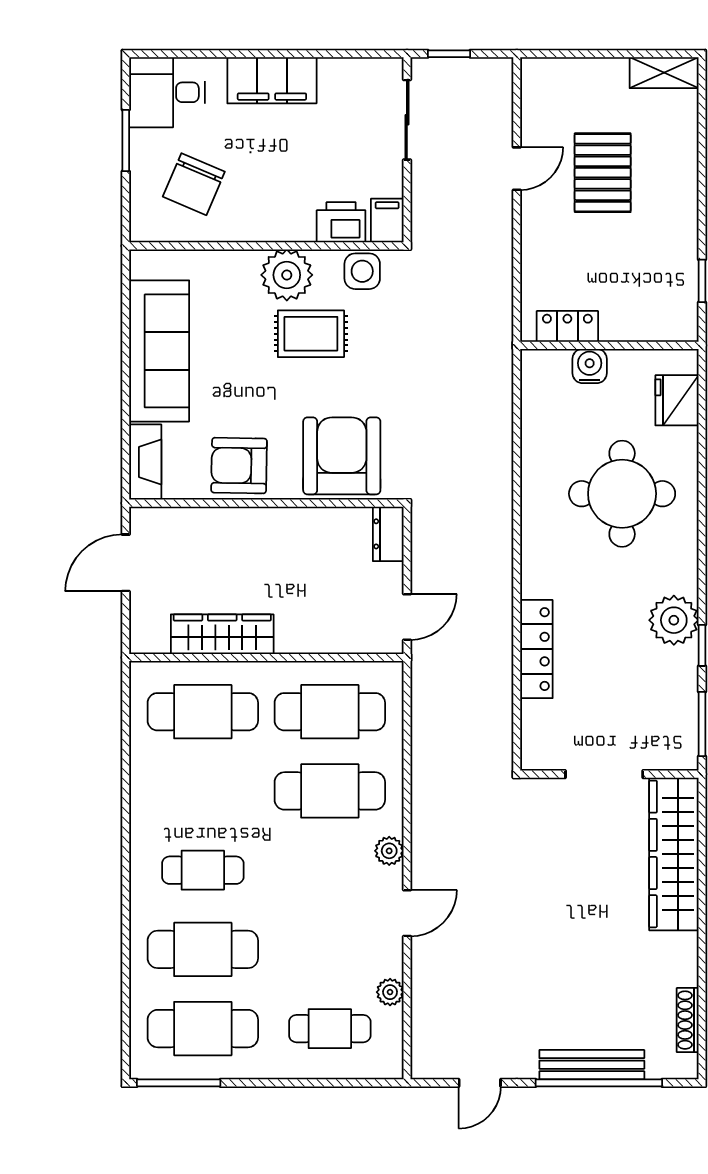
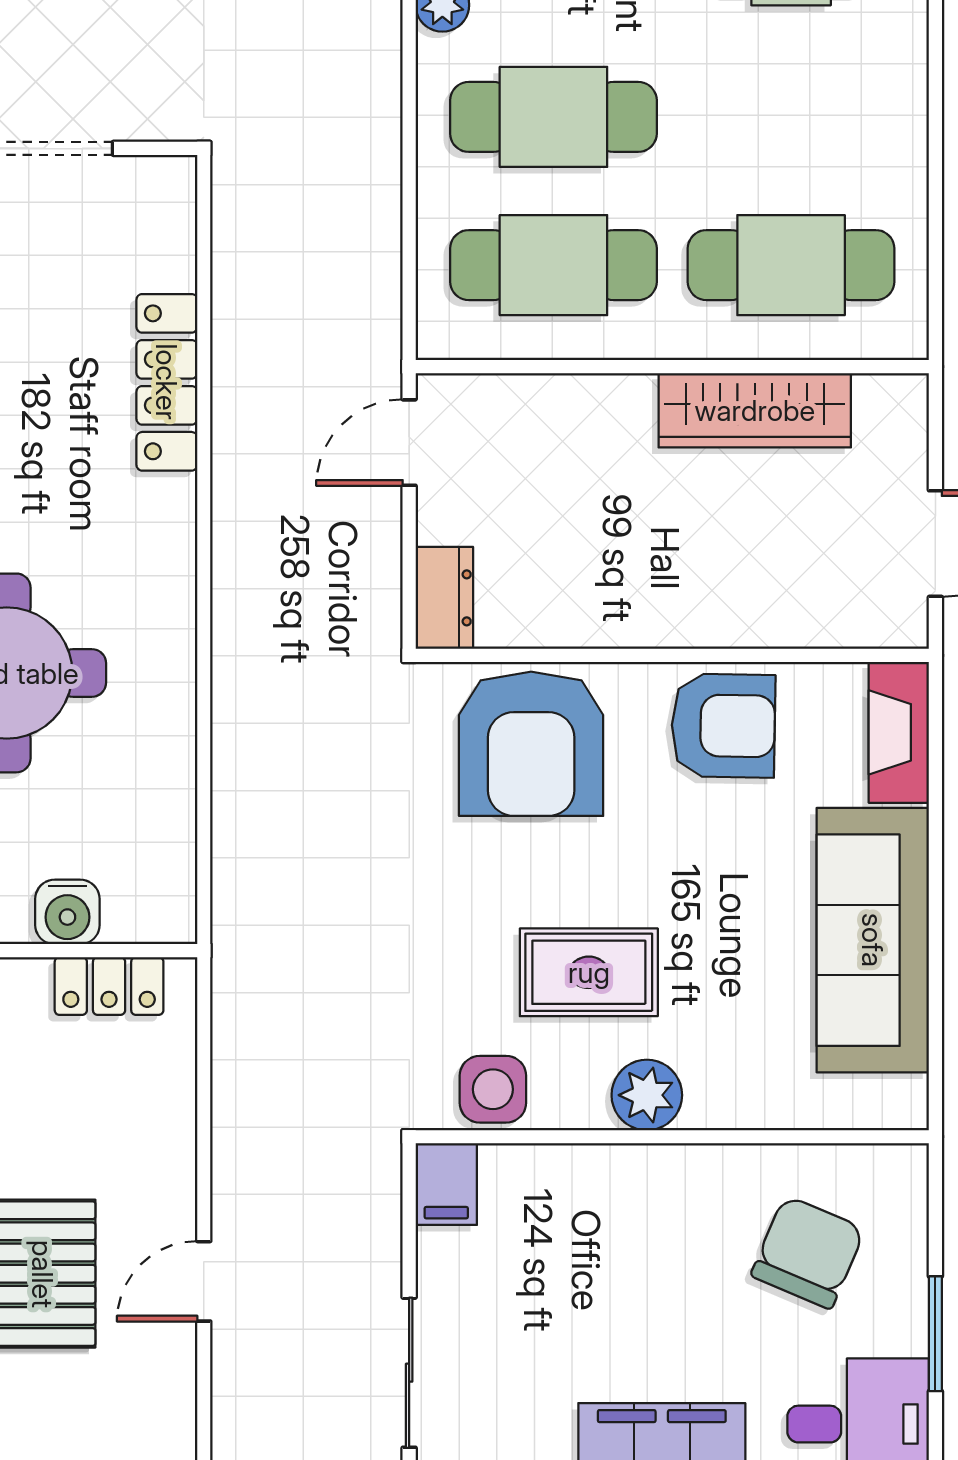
printer: (341, 222) -> (532, 1181), removed
plant: (287, 275) -> (647, 1095), width x0.73, depth x0.73

